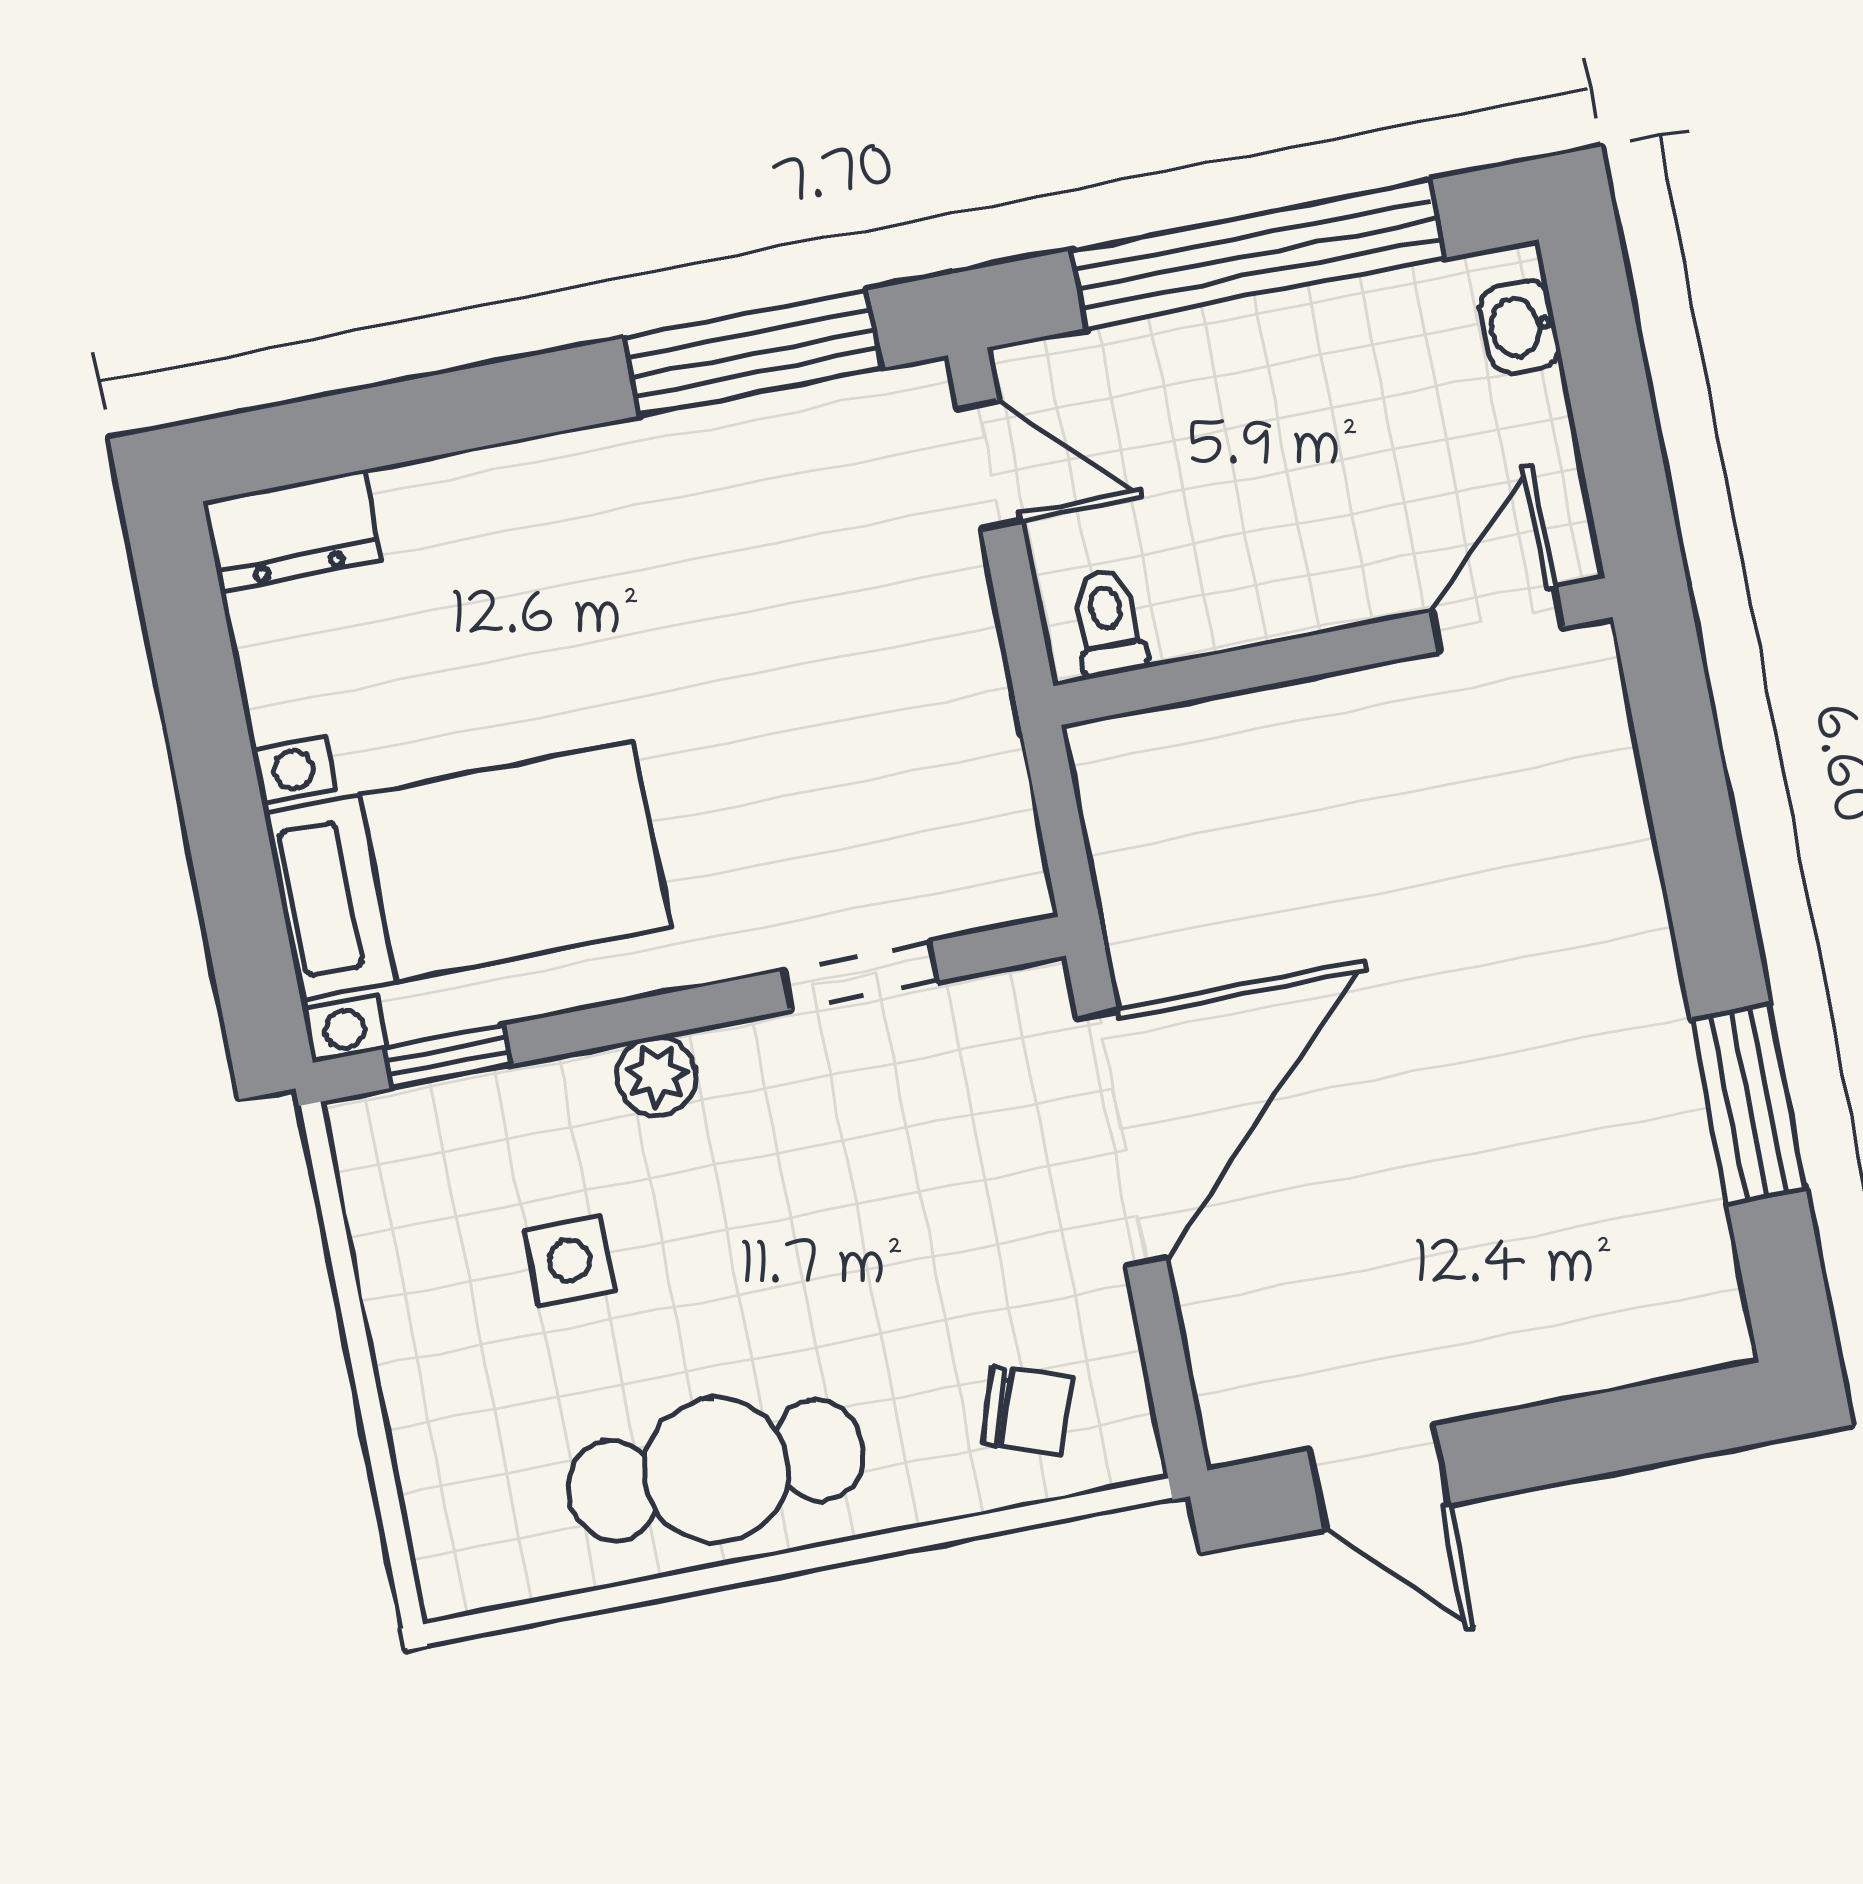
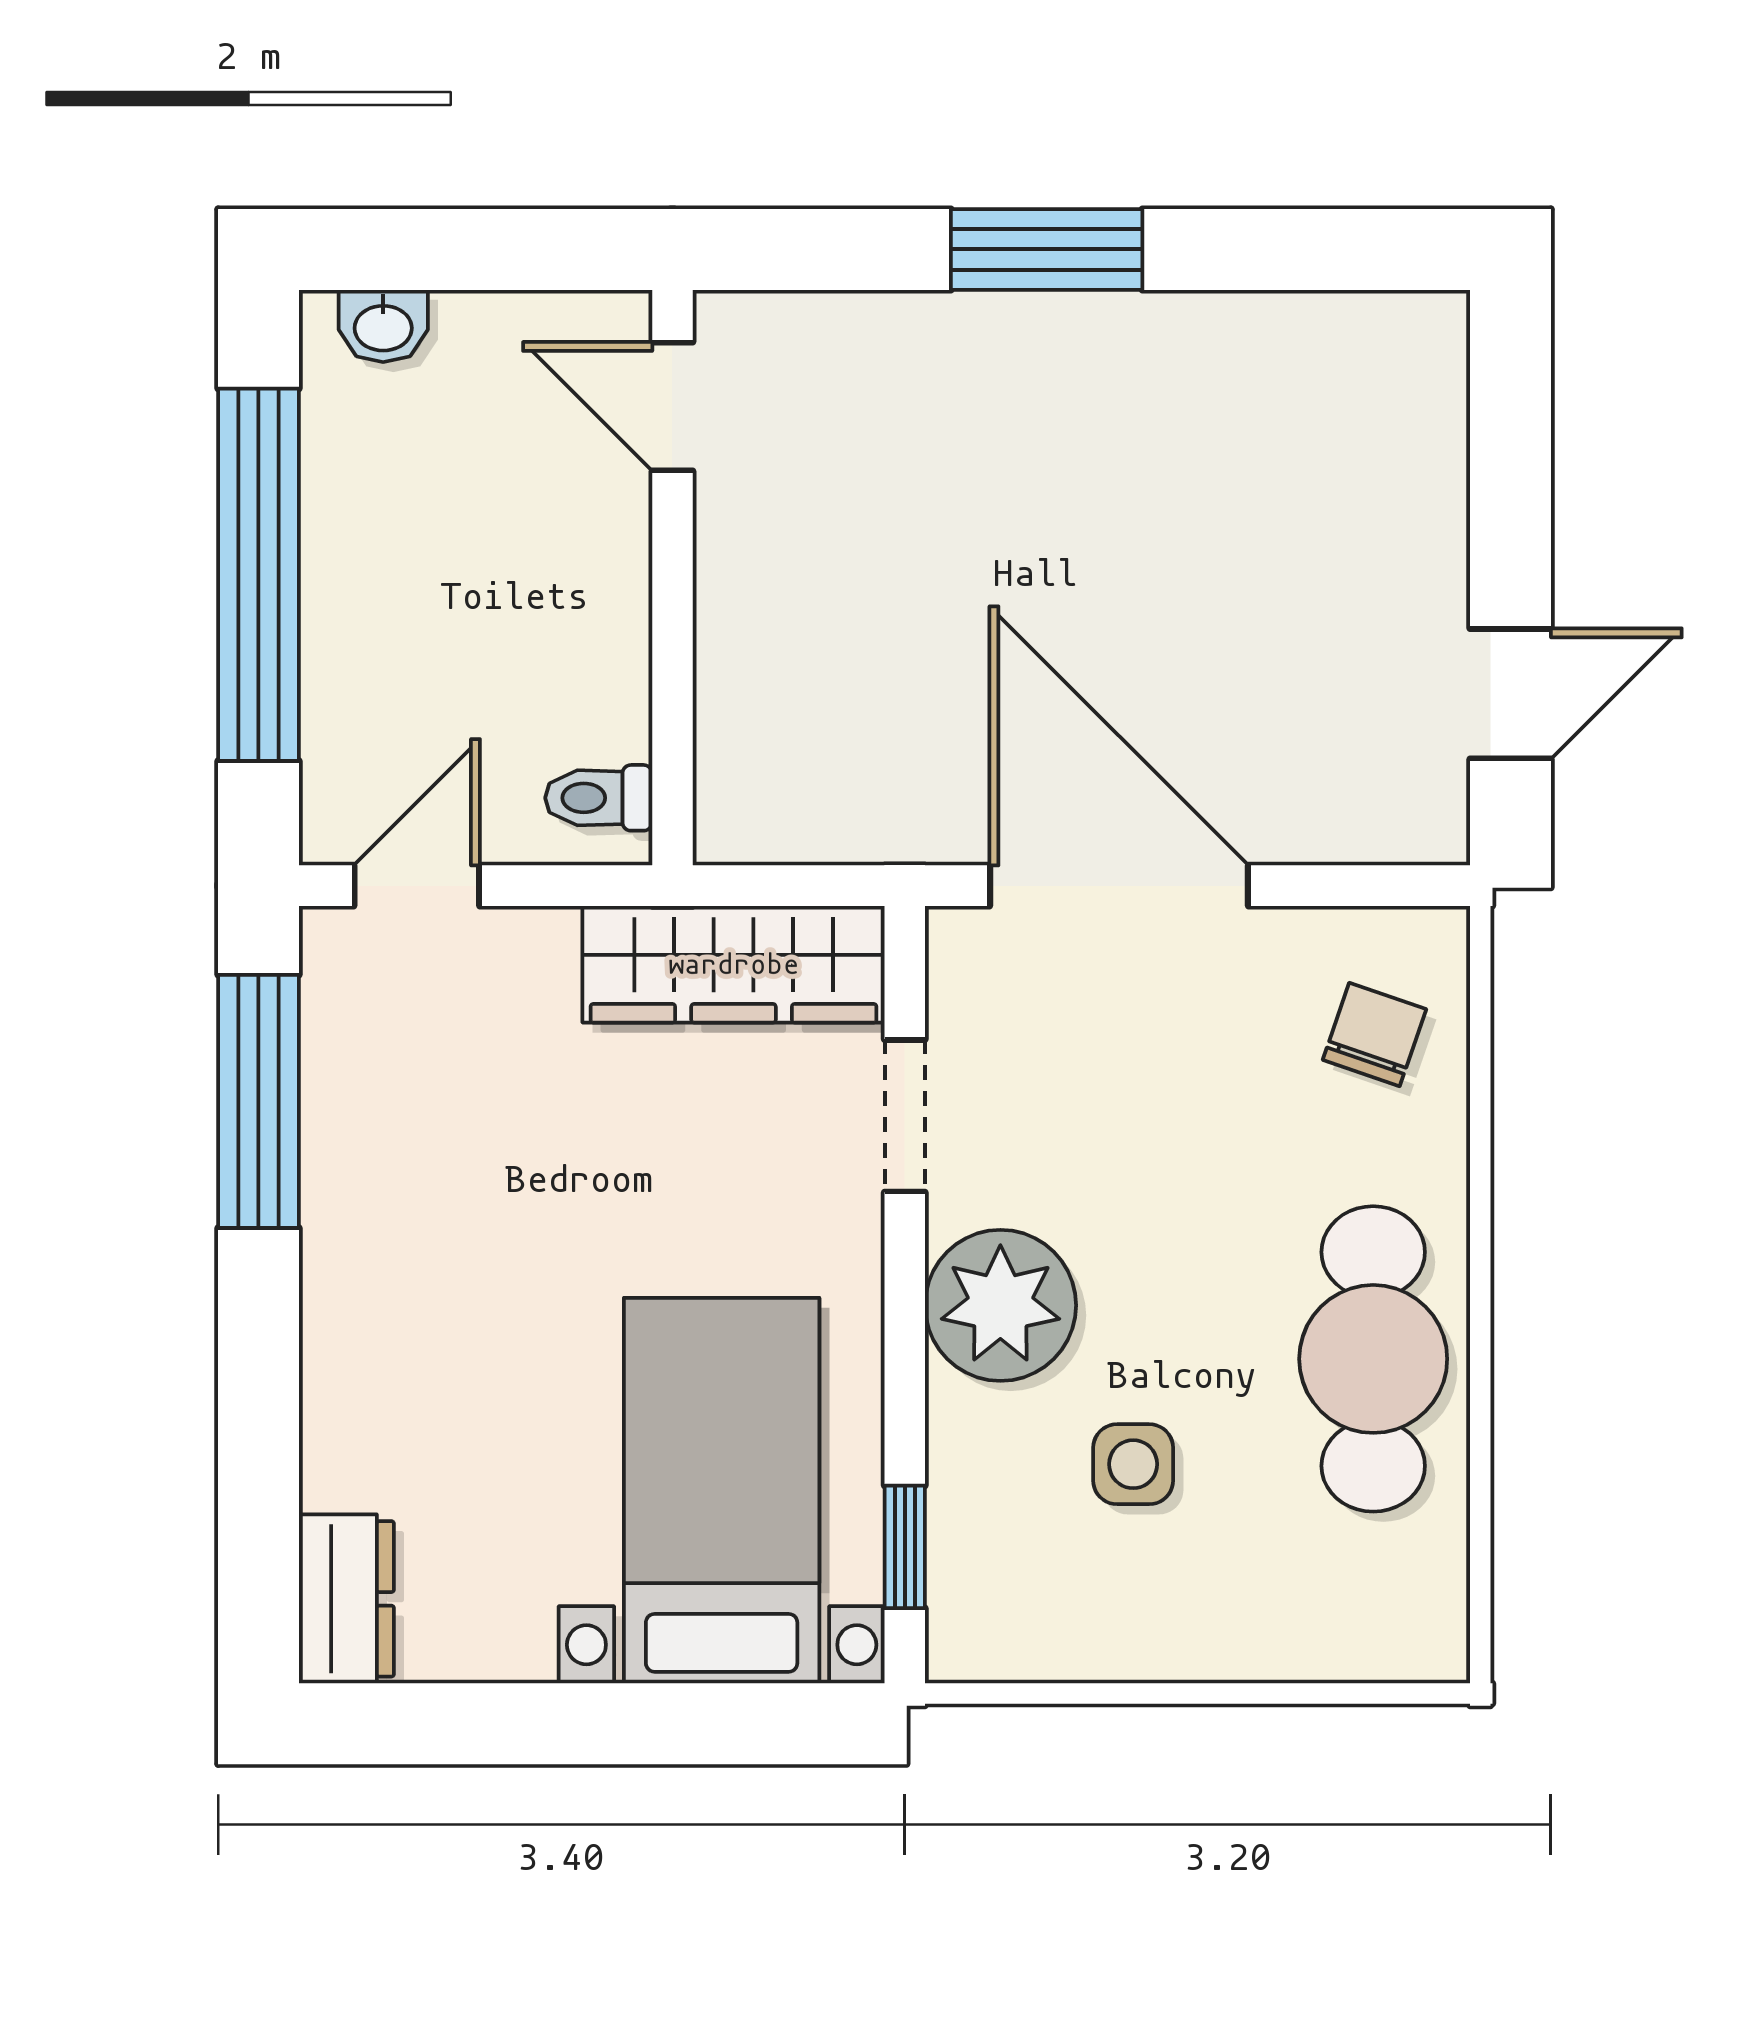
wardrobe: (974, 783) -> (734, 964), added
plant: (656, 1076) -> (1000, 1305), width x1.88, depth x1.88
window: (1749, 1104) -> (1047, 249), moved

